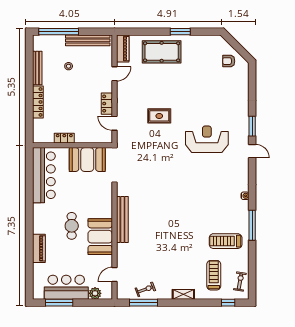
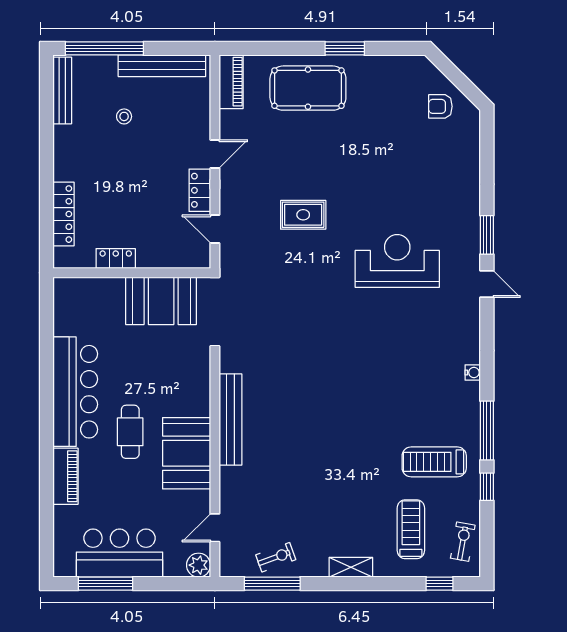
bench: (37, 68) -> (62, 90), moved
door: (114, 74) -> (215, 154), moved
locker: (38, 102) -> (64, 214), moved
bar counter: (44, 175) -> (75, 392), moved
window: (252, 254) -> (487, 487), added
plant: (95, 293) -> (199, 565), moved

